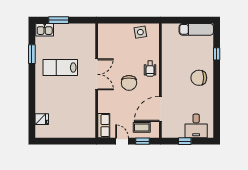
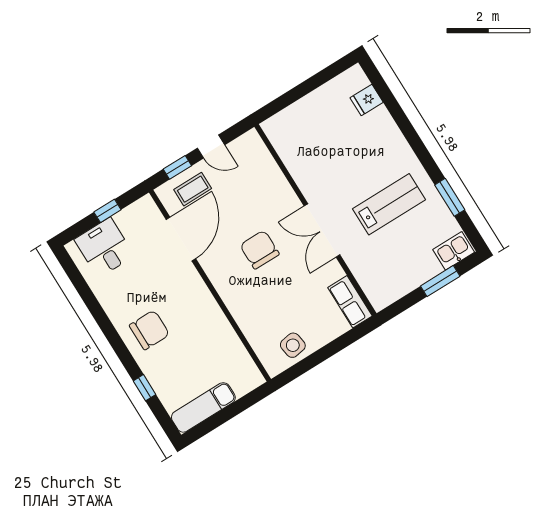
wheelchair: (150, 69) -> (239, 295), removed
row of seats: (104, 126) -> (350, 302), moved

